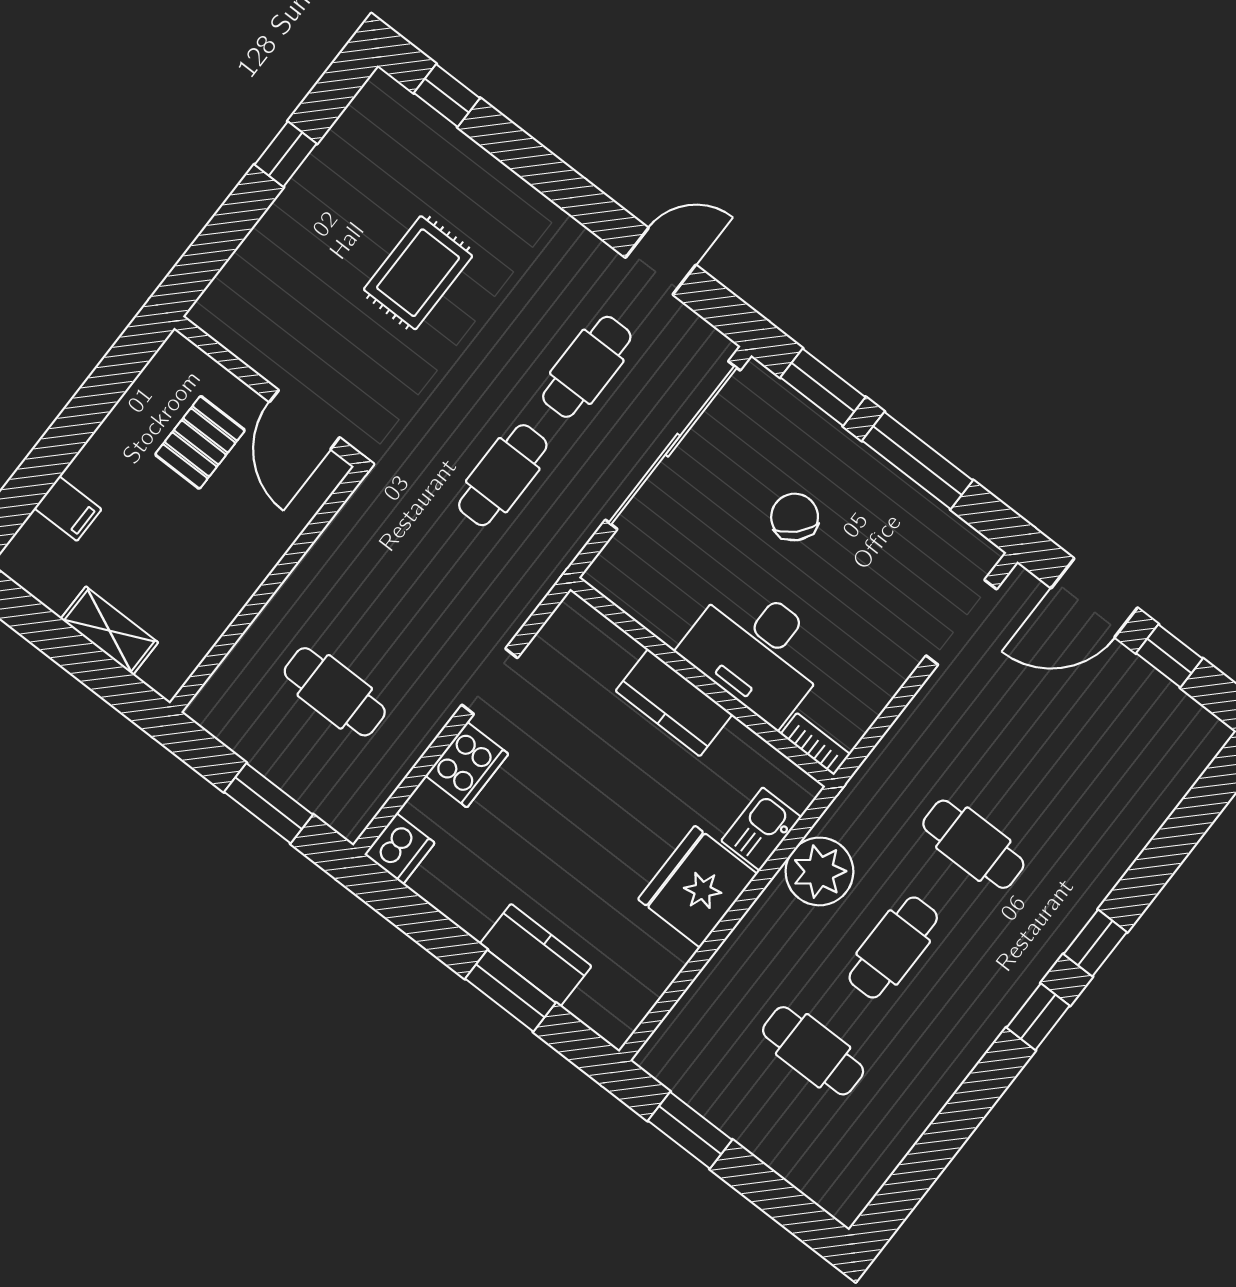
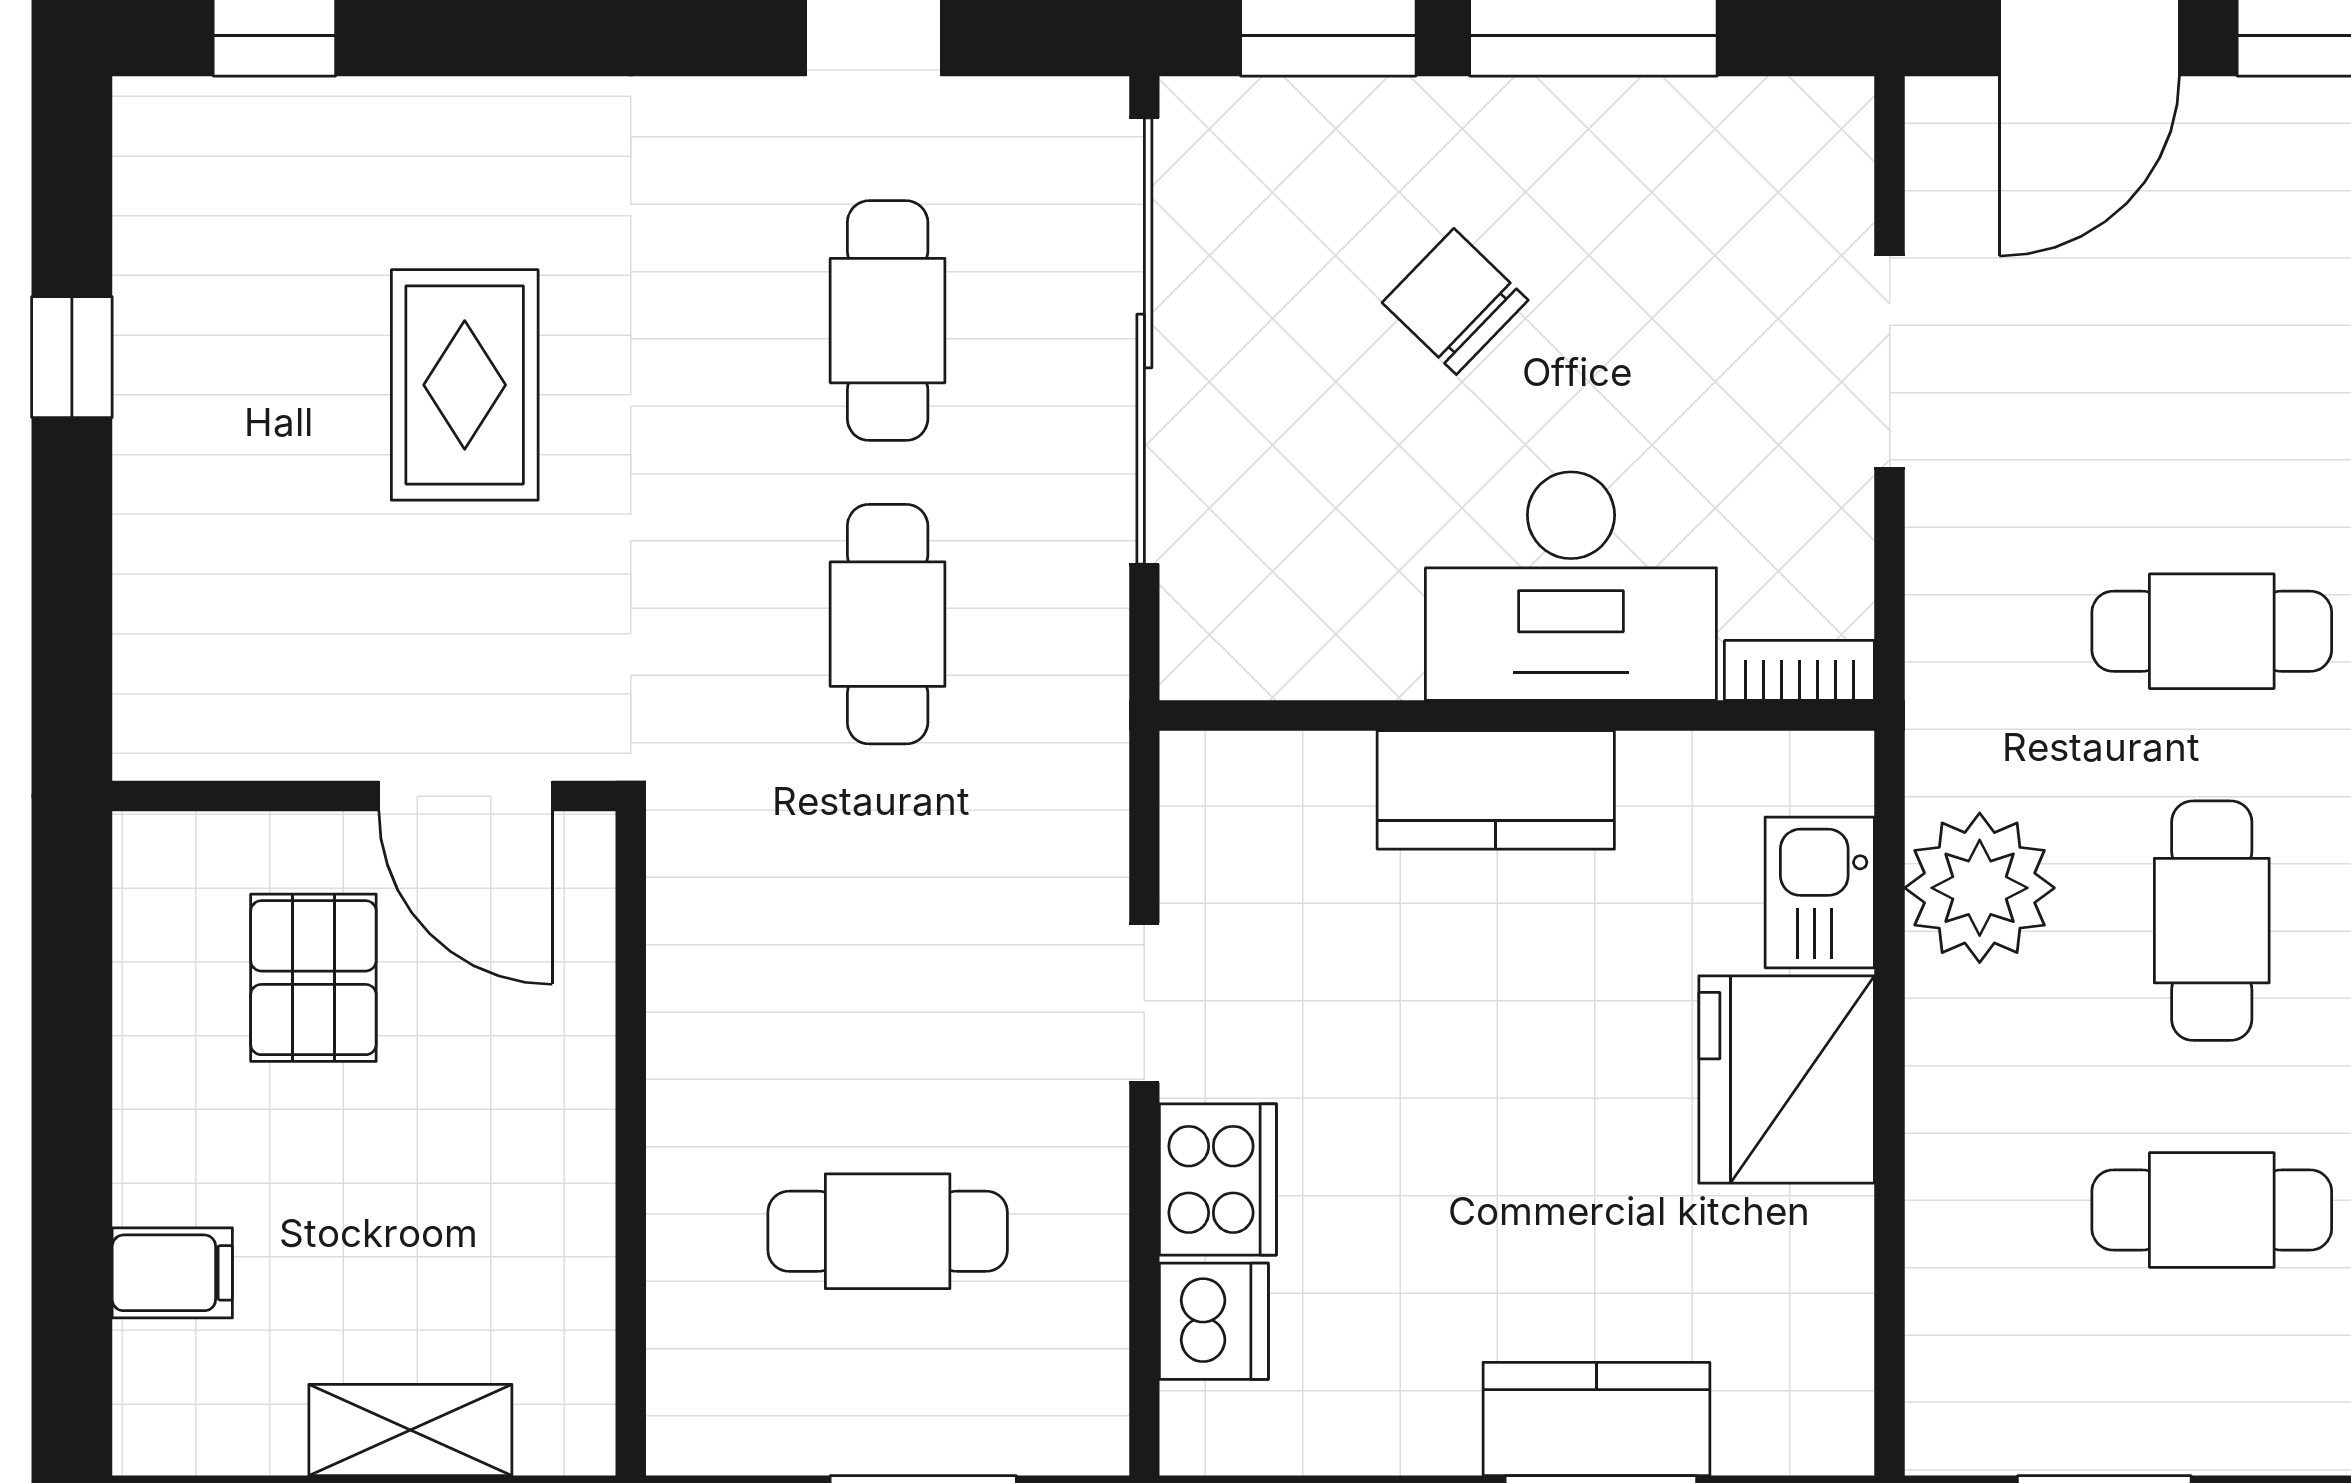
doorway: (961, 622) -> (1890, 361), moved
dishwasher: (400, 849) -> (1214, 1321), moved

